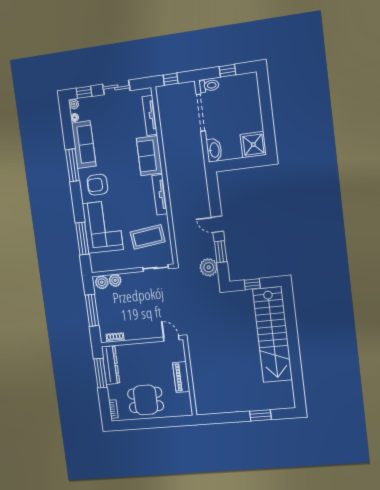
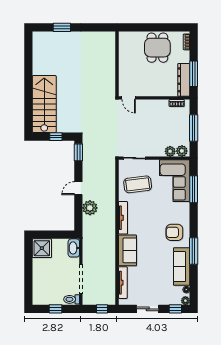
armchair: (97, 185) -> (174, 232), turned 180
door: (217, 224) -> (78, 188), swing flipped
corner sofa: (103, 227) -> (175, 181), moved
window: (221, 252) -> (78, 152), moved
plant: (209, 267) -> (90, 208), moved
stairs: (273, 335) -> (44, 104), width x0.73
piano: (181, 377) -> (124, 65), removed
dining table: (146, 400) -> (157, 48), turned 90

